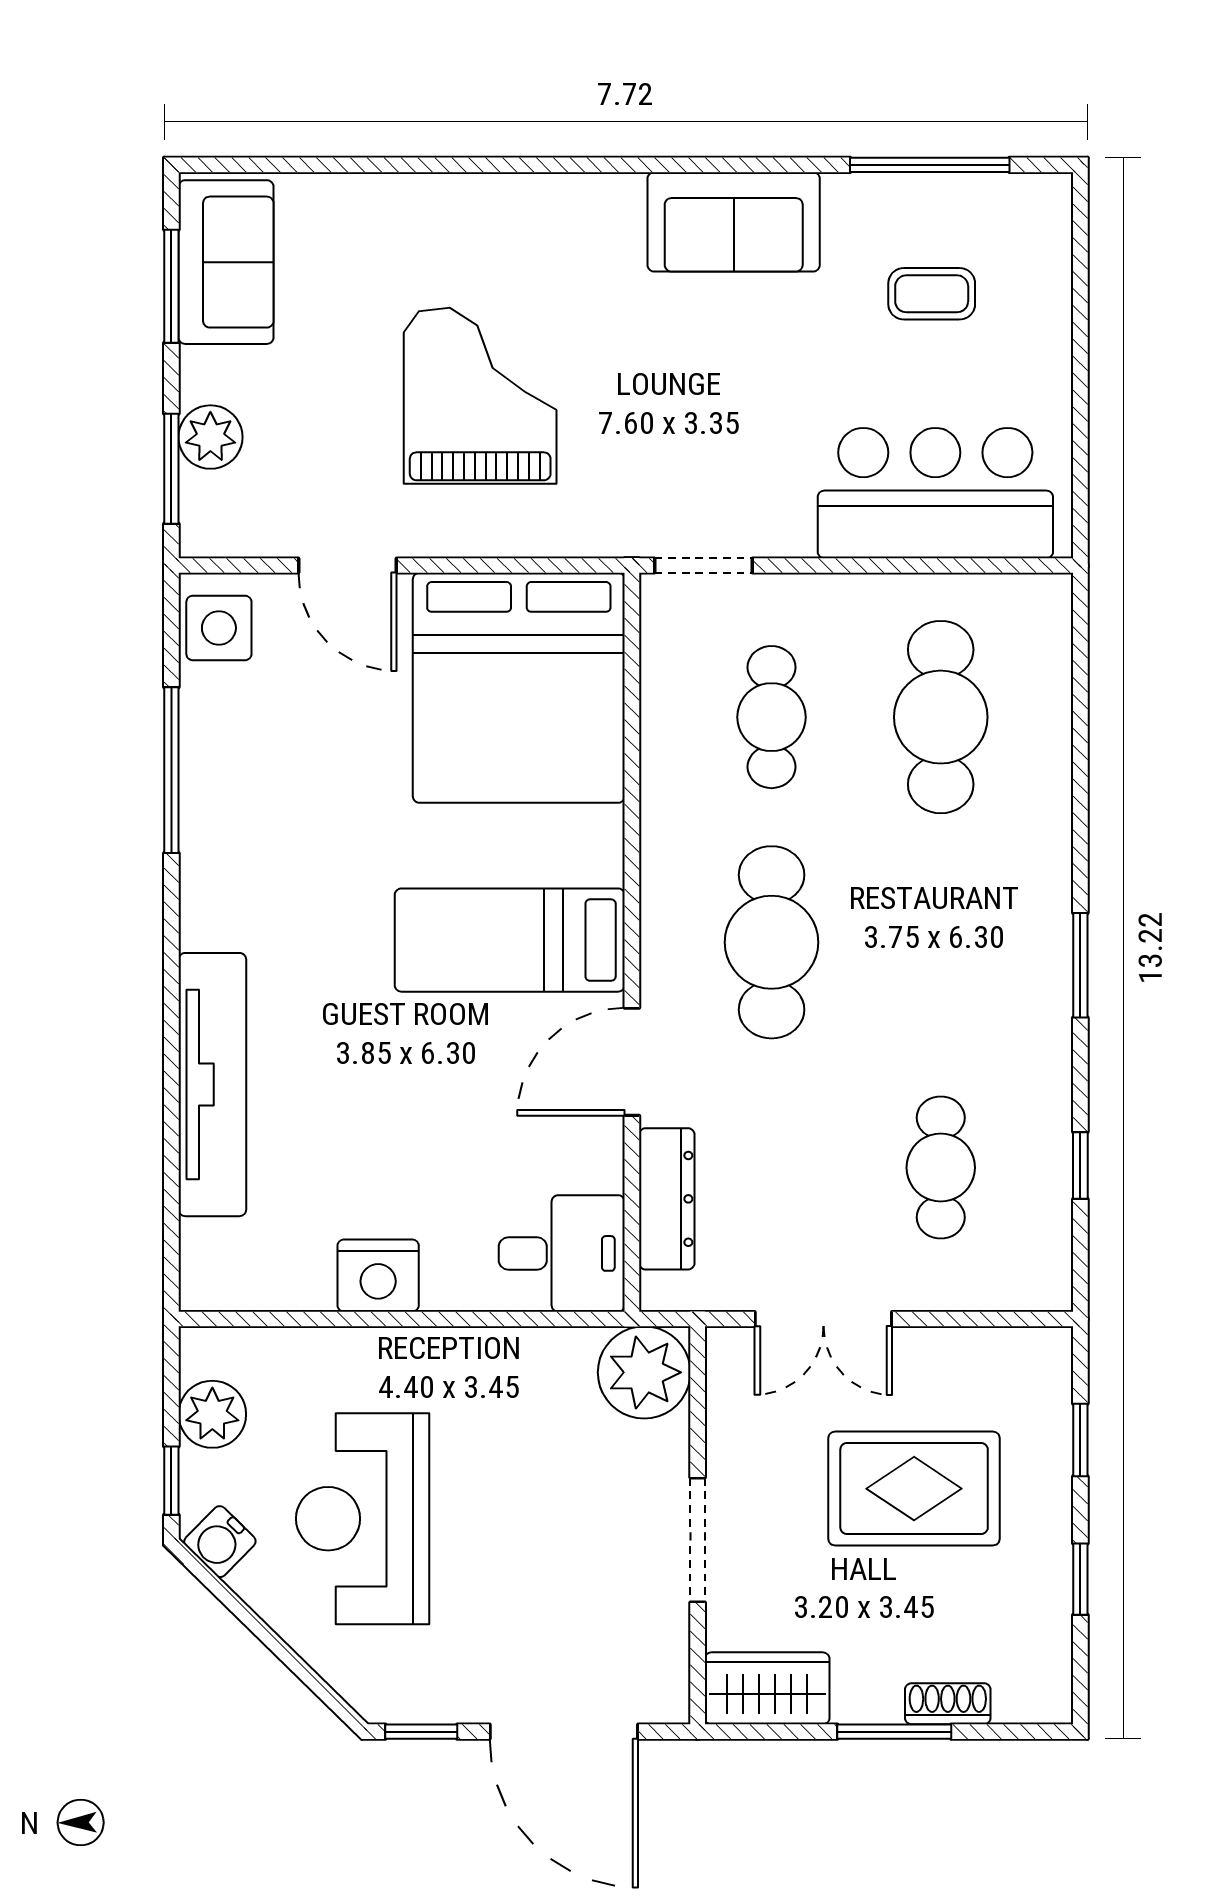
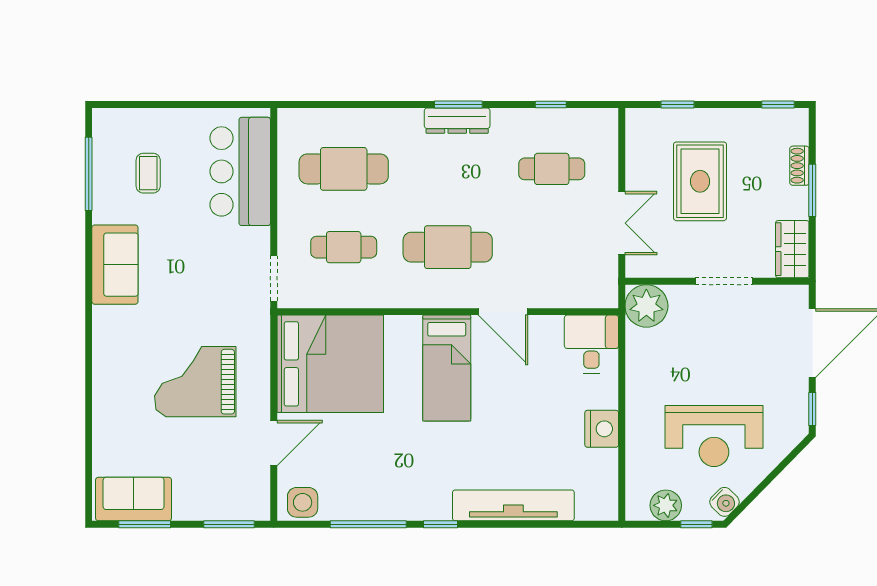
plant: (210, 437) -> (214, 506), removed
window: (171, 927) -> (441, 524), added
dresser: (667, 1199) -> (457, 121), moved, turned 180
window: (1080, 1579) -> (778, 104), moved

